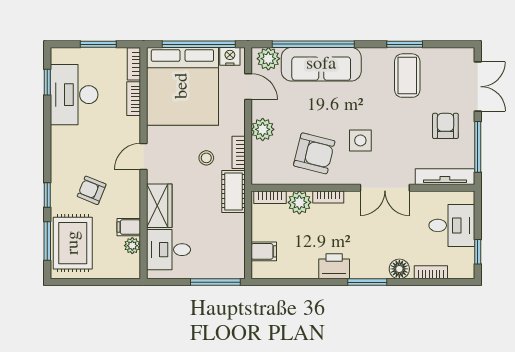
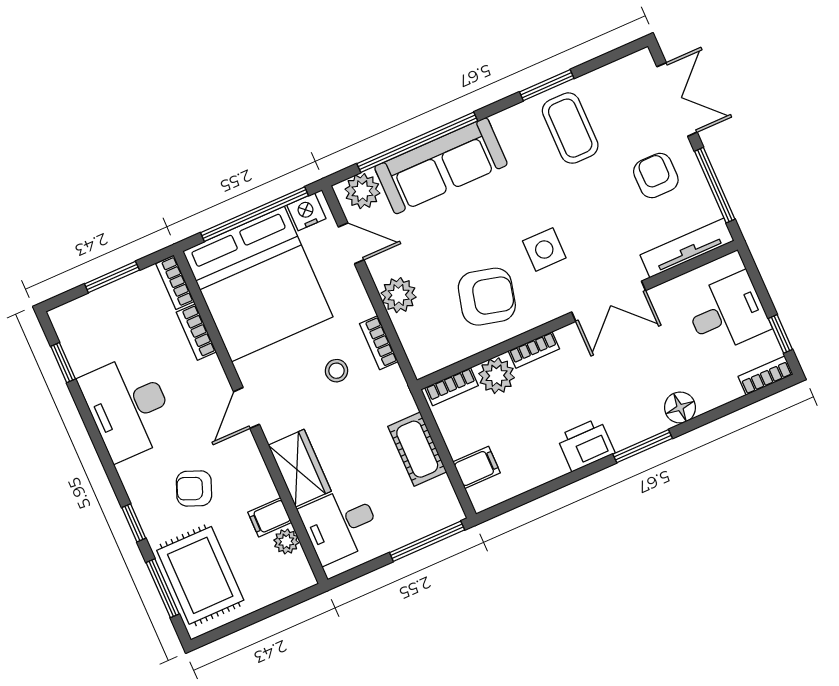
desk: (74, 95) -> (128, 407), moved
cot: (233, 191) -> (417, 449), moved
bookcase: (431, 272) -> (766, 376), moved

